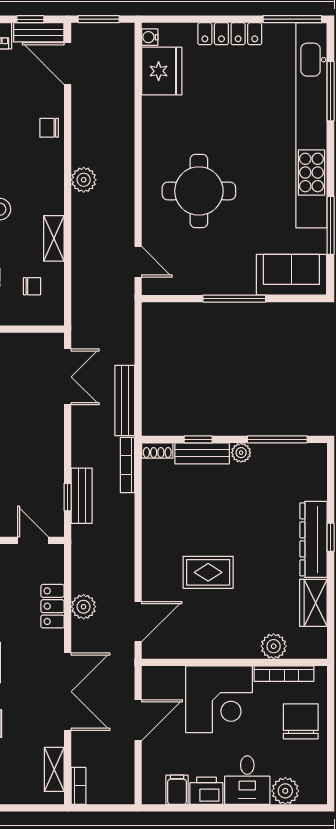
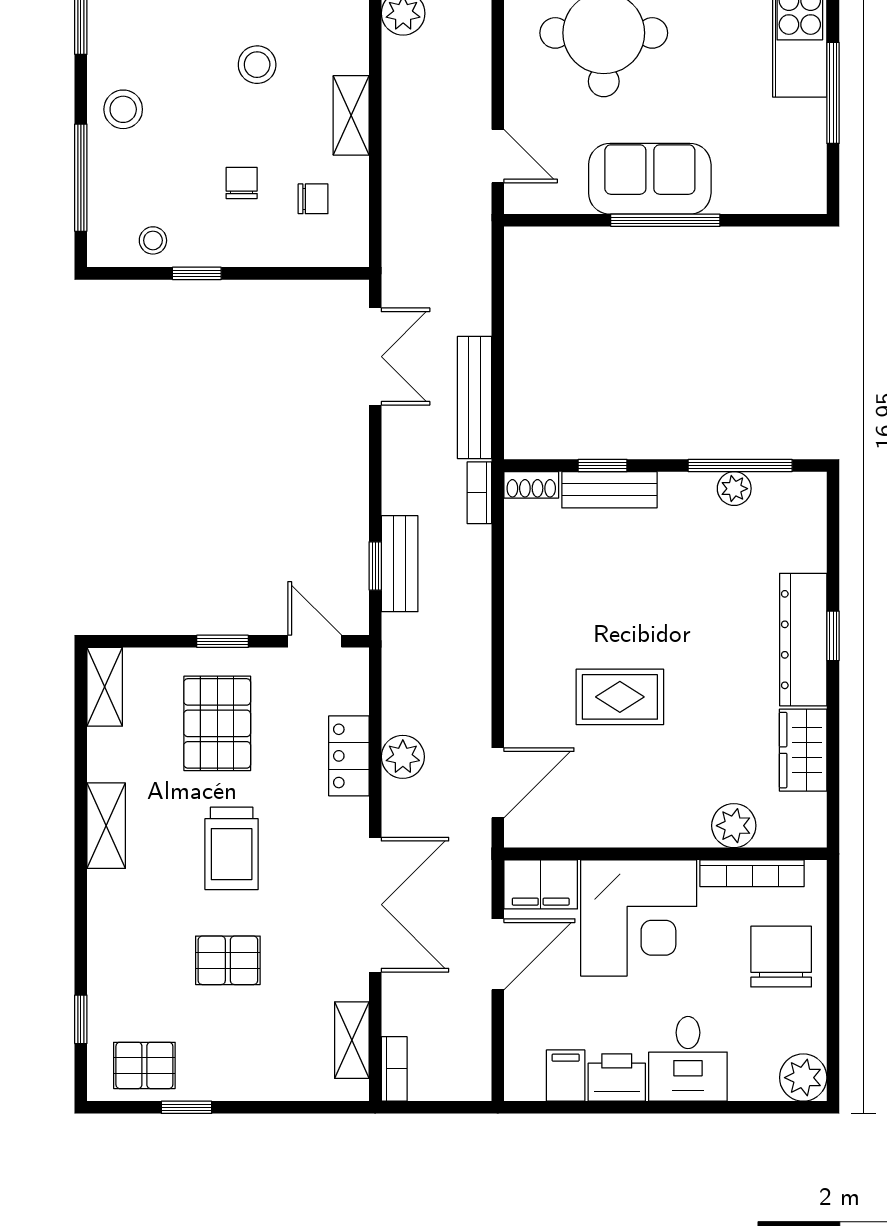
sofa: (291, 275) -> (650, 179), moved
plant: (241, 453) -> (734, 489), moved
bookcase: (127, 465) -> (479, 493), width x0.64
filing cabinet: (163, 680) -> (541, 884), added
plant: (285, 791) -> (803, 1078), moved

